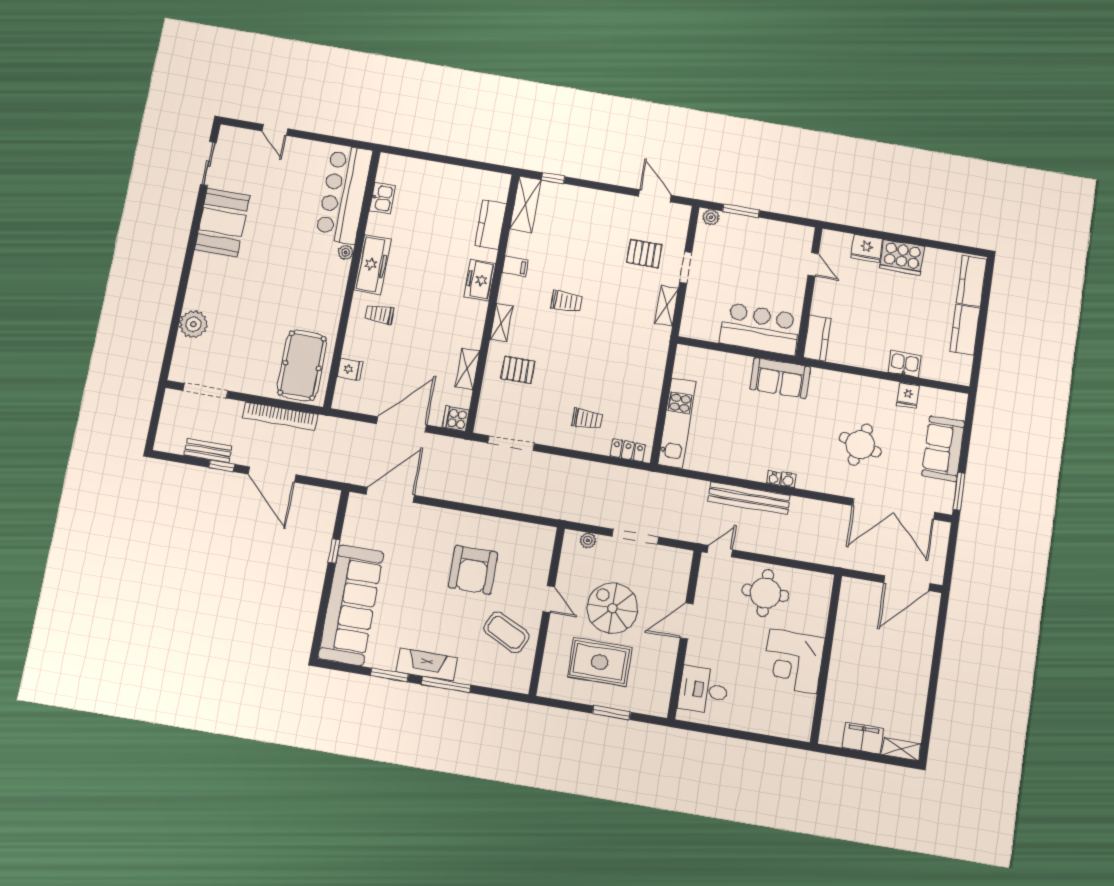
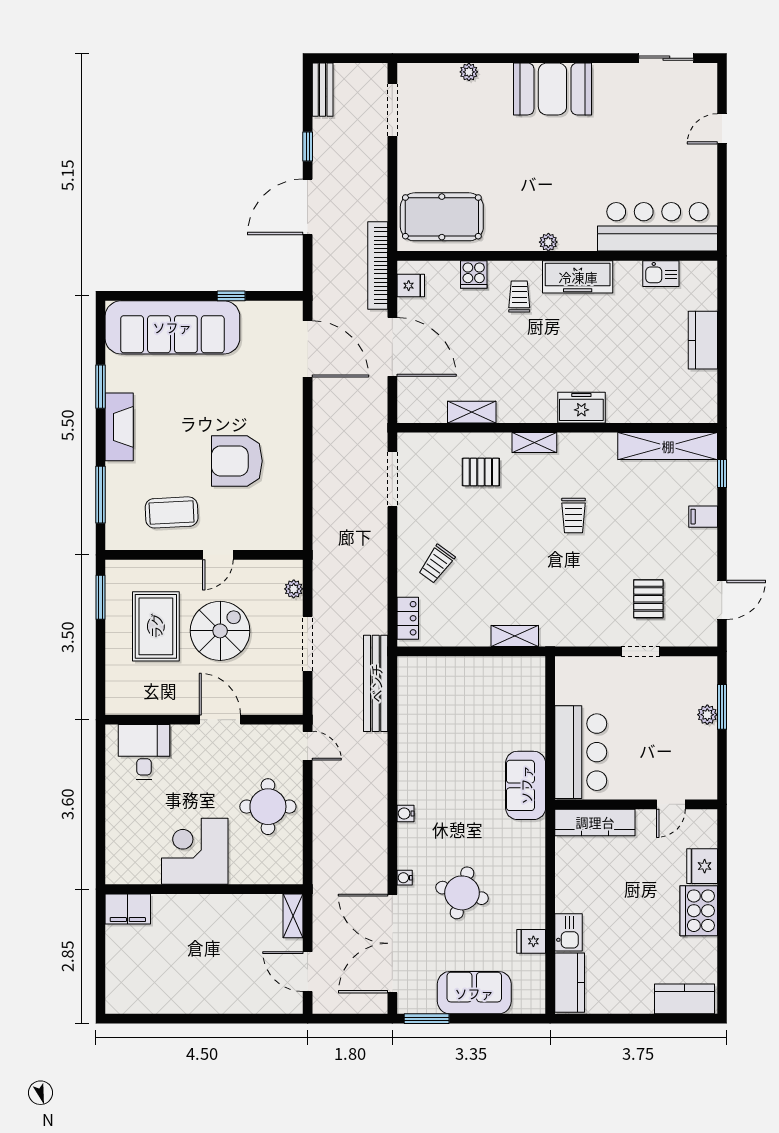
shelving: (525, 205) -> (668, 446), width x1.47
plant: (711, 217) -> (707, 715), moved
booth: (222, 222) -> (552, 89), moved
kitchen counter: (491, 225) -> (703, 340), moved, turned -90
plant: (346, 252) -> (548, 242), moved
filing cabinet: (515, 266) -> (703, 517), moved, turned 90
shelving: (667, 306) -> (515, 636), moved
plant: (193, 324) -> (469, 72), width x0.53, depth x0.53
kitchen counter: (965, 330) -> (570, 983), moved, turned 90
kitchen counter: (817, 338) -> (595, 822), width x1.50
fridge: (350, 369) -> (411, 286), moved, turned -90
pallet: (518, 370) -> (481, 472), turned 90
bookcase: (281, 416) -> (378, 265), moved
cooker: (456, 419) -> (474, 274), moved, turned 180
trolley: (587, 419) -> (437, 564), turned 36
kitchen unit: (677, 423) -> (450, 671), removed
bench: (208, 451) -> (323, 90), moved
water cooler: (774, 478) -> (405, 878), moved
bench: (749, 498) -> (376, 683), moved
door: (907, 583) -> (308, 972), width x0.73
coffee table: (506, 632) -> (172, 512), turned 61
window: (446, 685) -> (100, 495), moved
window: (611, 713) -> (100, 597), moved
filing cabinet: (863, 738) -> (128, 909), moved, turned 90
shelving: (901, 749) -> (293, 916), moved

